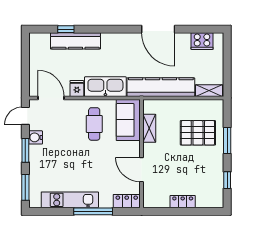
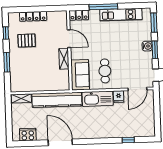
kitchen counter: (75, 41) -> (121, 132), removed
door: (51, 98) -> (137, 89), hinge flipped
shelving: (149, 128) -> (64, 59), moved
pallet: (198, 133) -> (27, 41), moved, width x0.67, depth x0.71
water cooler: (36, 137) -> (147, 46), moved
locker: (183, 202) -> (33, 16), width x1.53

